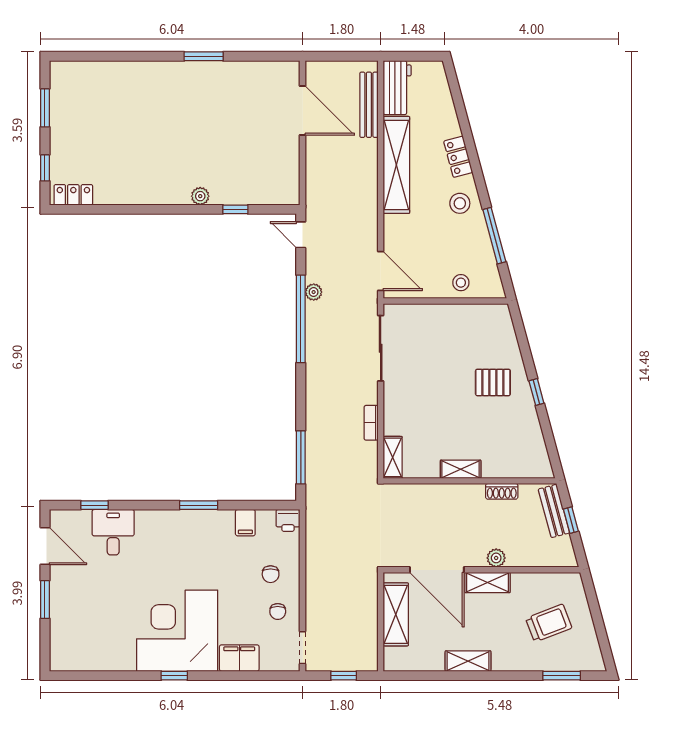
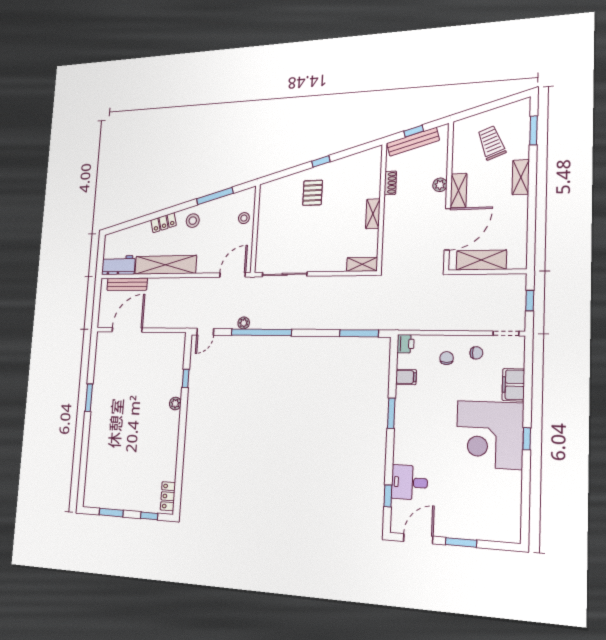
bookcase: (371, 423) -> (336, 281), removed
bench: (554, 511) -> (413, 142), width x1.36
chair: (271, 574) -> (447, 358), turned -90
shelving: (468, 661) -> (521, 177), moved

